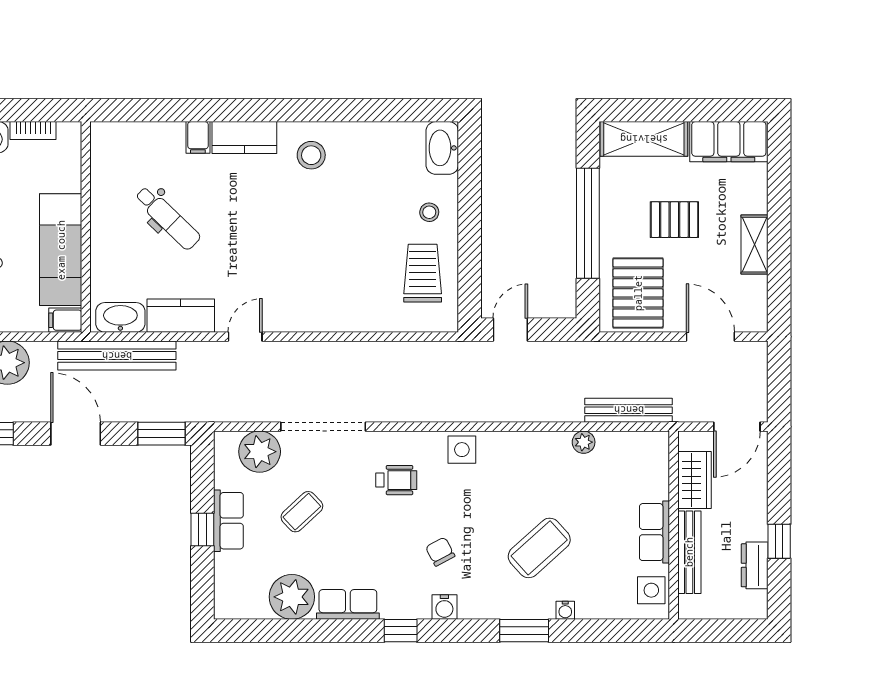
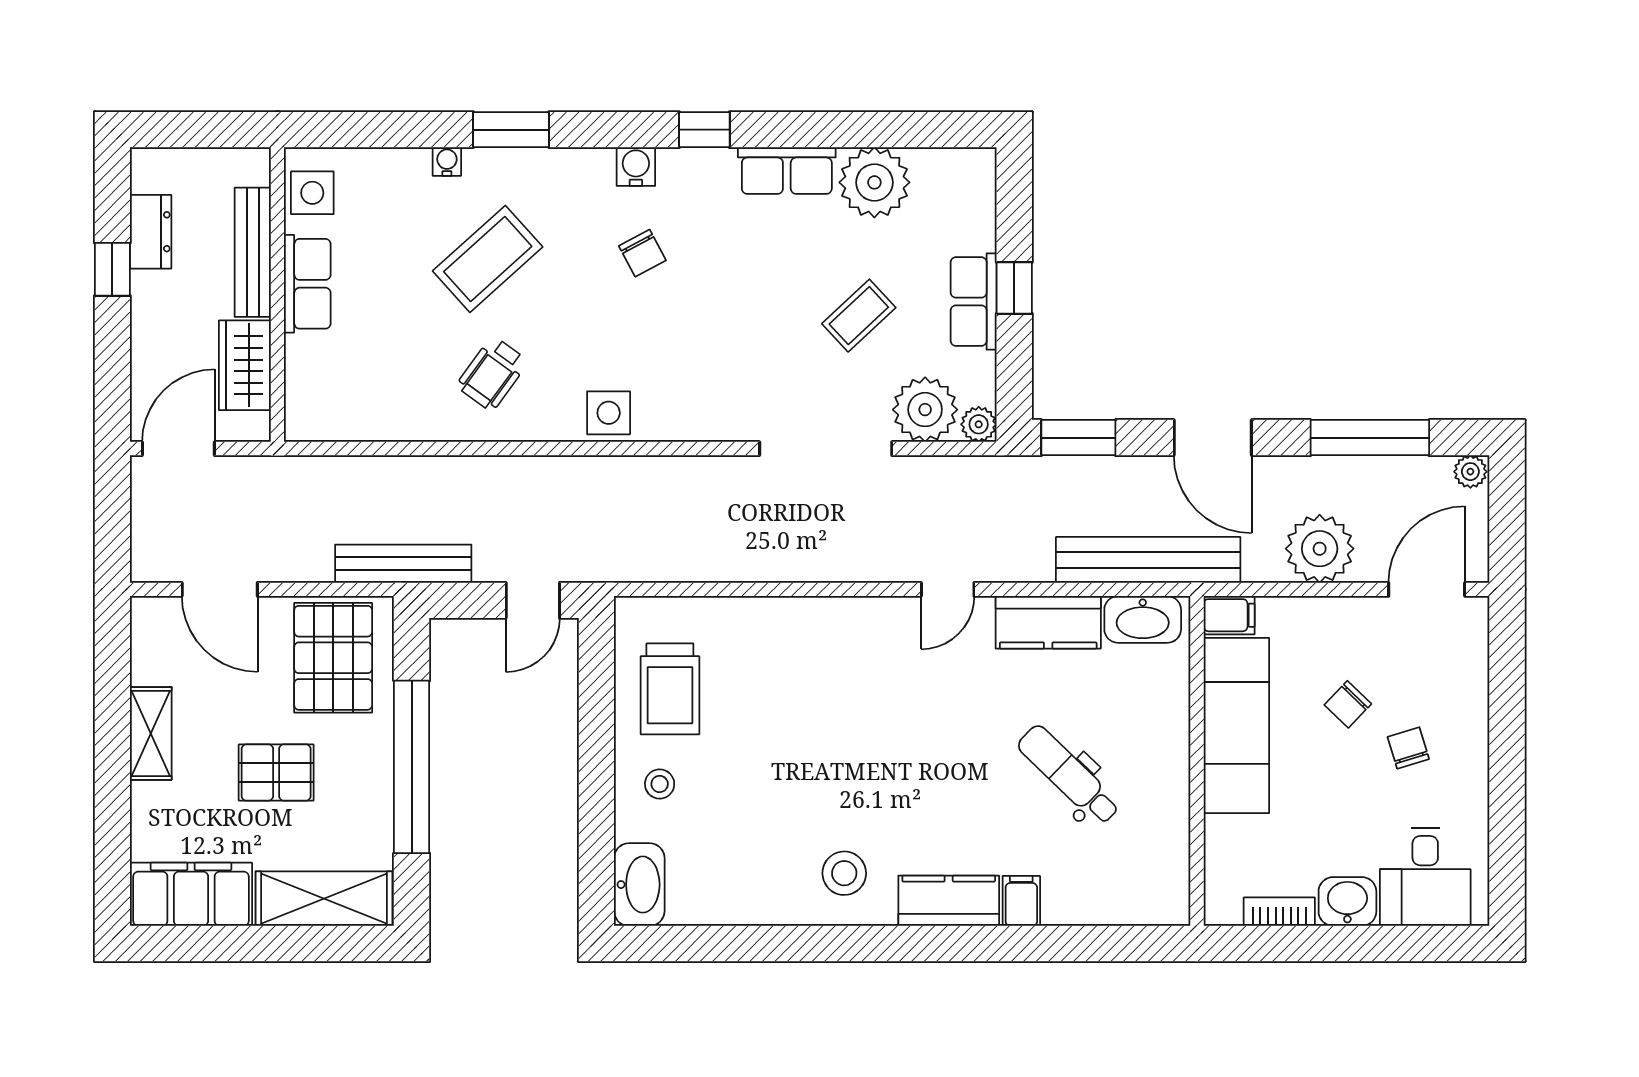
bench: (629, 410) -> (403, 564), moved
plant: (584, 442) -> (979, 424), moved
wheelchair: (396, 480) -> (492, 374), moved, turned -54

